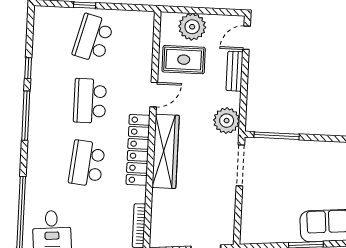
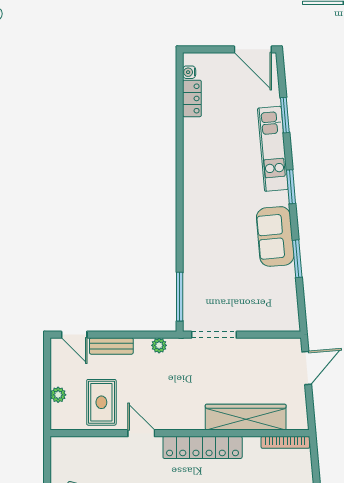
plant: (192, 27) -> (58, 395), width x0.53, depth x0.53
plant: (227, 121) -> (159, 345), width x0.53, depth x0.53
wardrobe: (166, 151) -> (246, 417), moved

